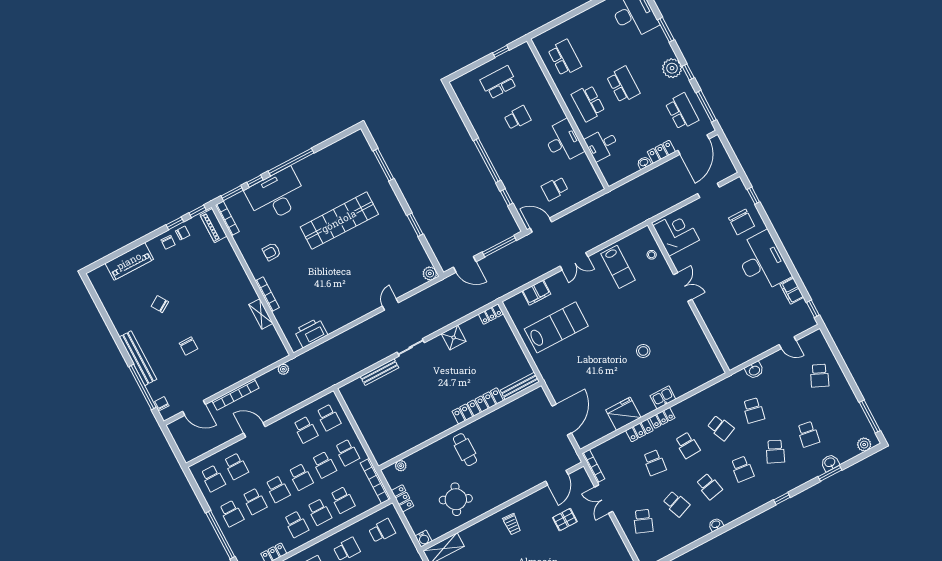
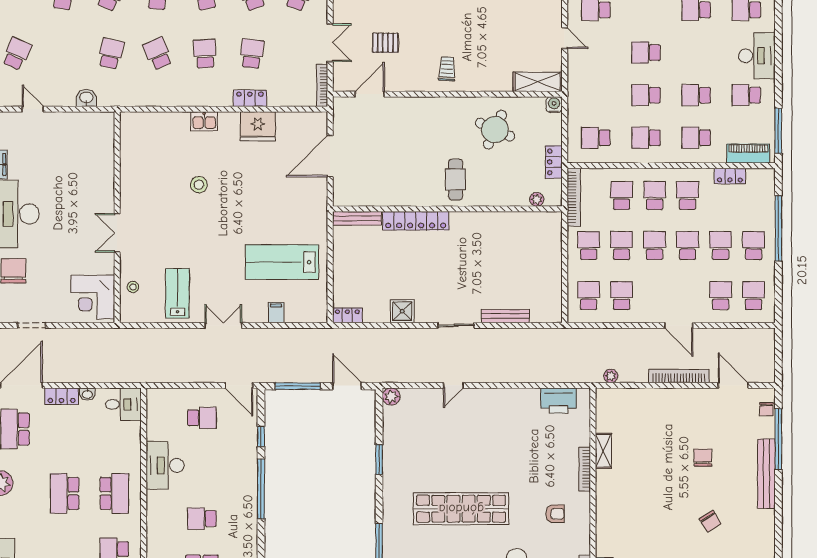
desk: (602, 145) -> (123, 404), moved
filing cabinet: (536, 293) -> (276, 313), width x0.50
locker: (662, 418) -> (217, 99), removed

